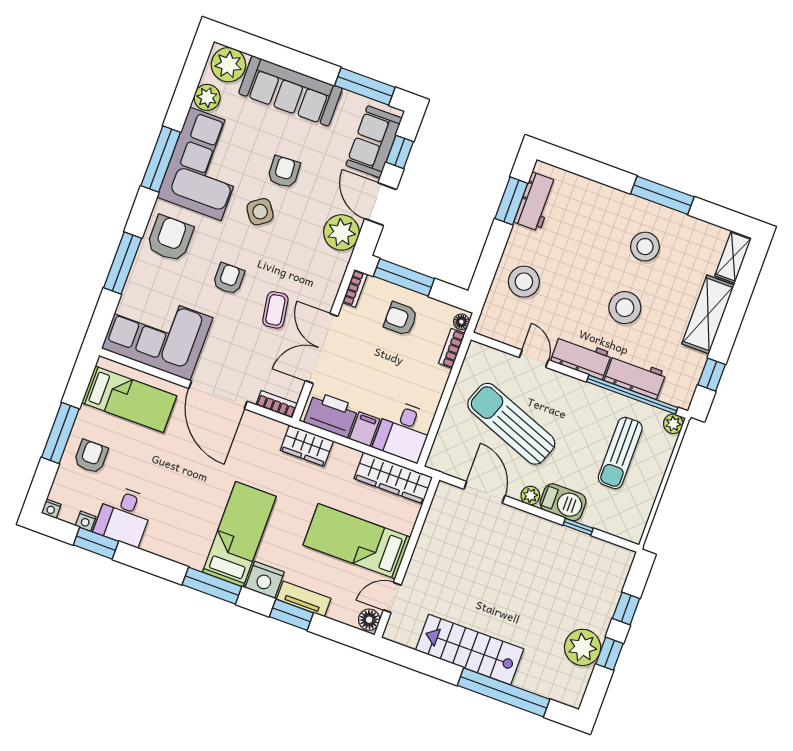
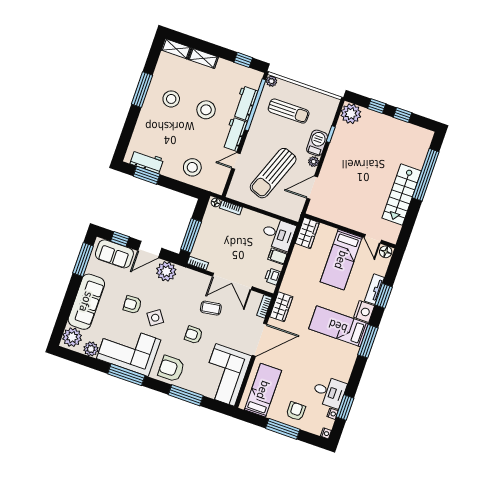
shelving: (708, 314) -> (203, 58), width x0.67, depth x0.75
armchair: (401, 319) -> (215, 237), removed
printer: (331, 415) -> (273, 276), width x0.53, depth x0.68
wardrobe: (307, 446) -> (281, 307), moved
armchair: (91, 456) -> (296, 411), turned 90
wardrobe: (393, 478) -> (307, 233), width x0.67
plant: (583, 647) -> (351, 114), moved

